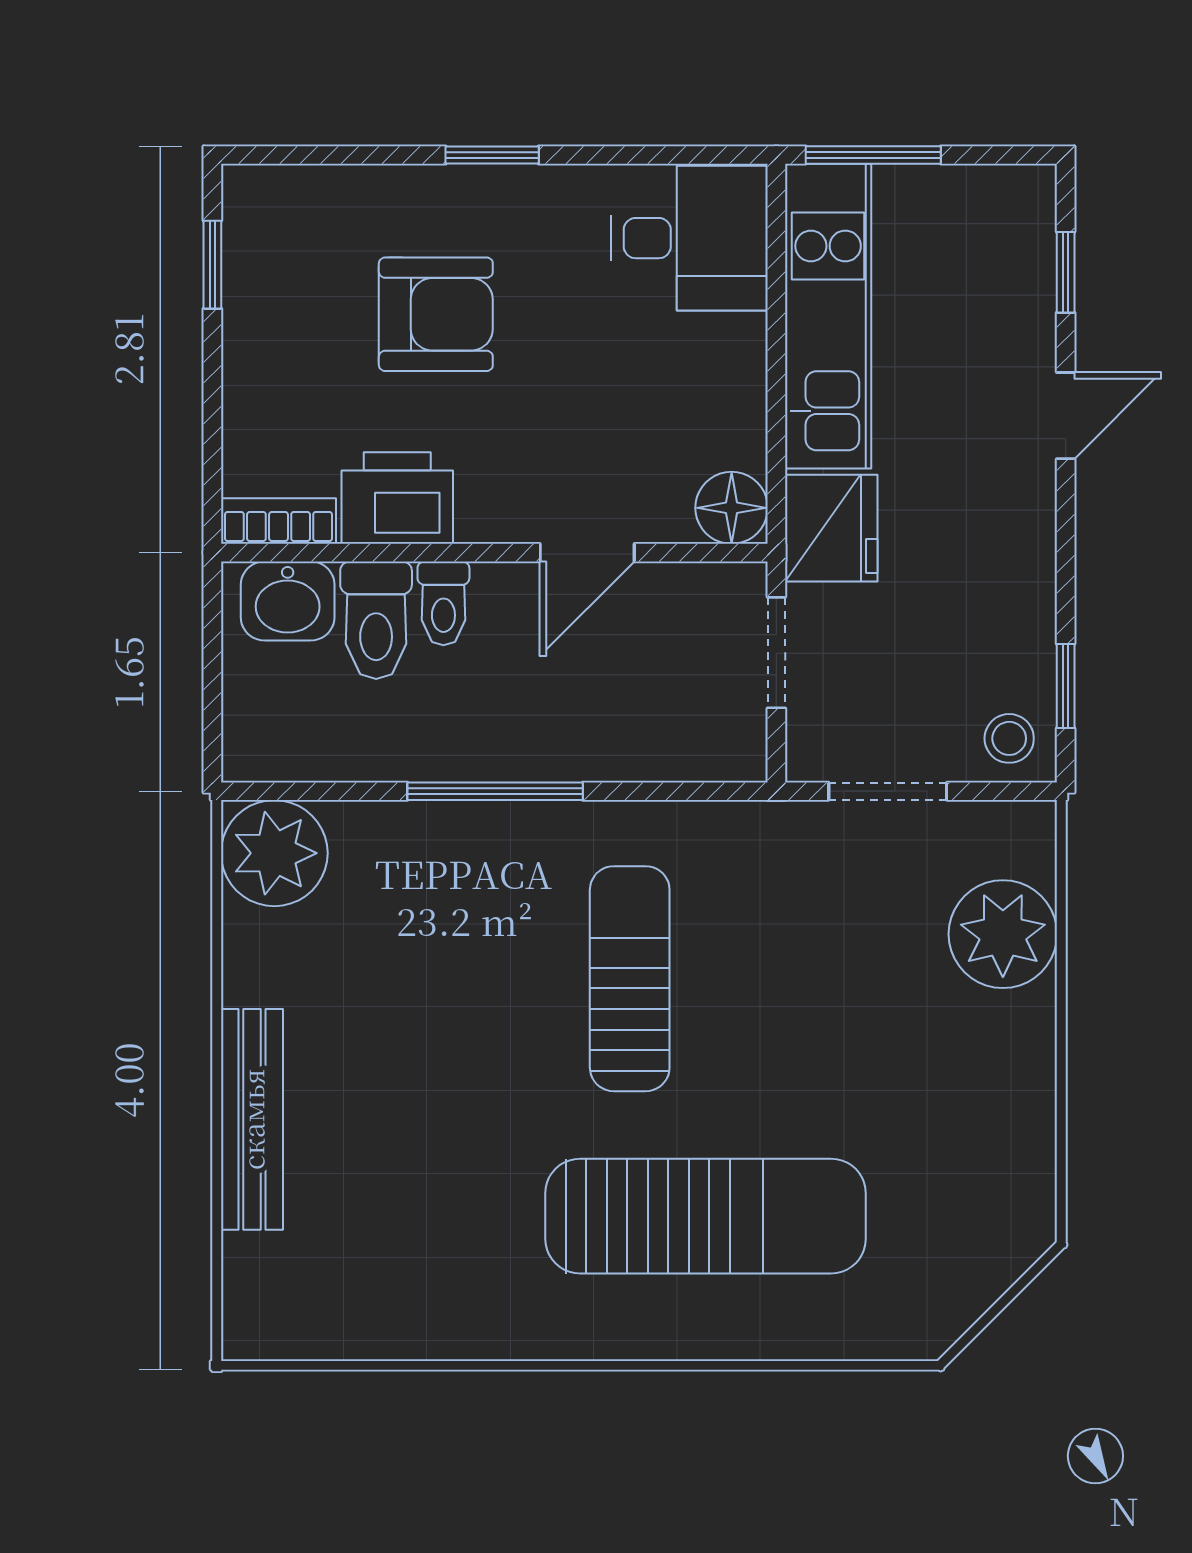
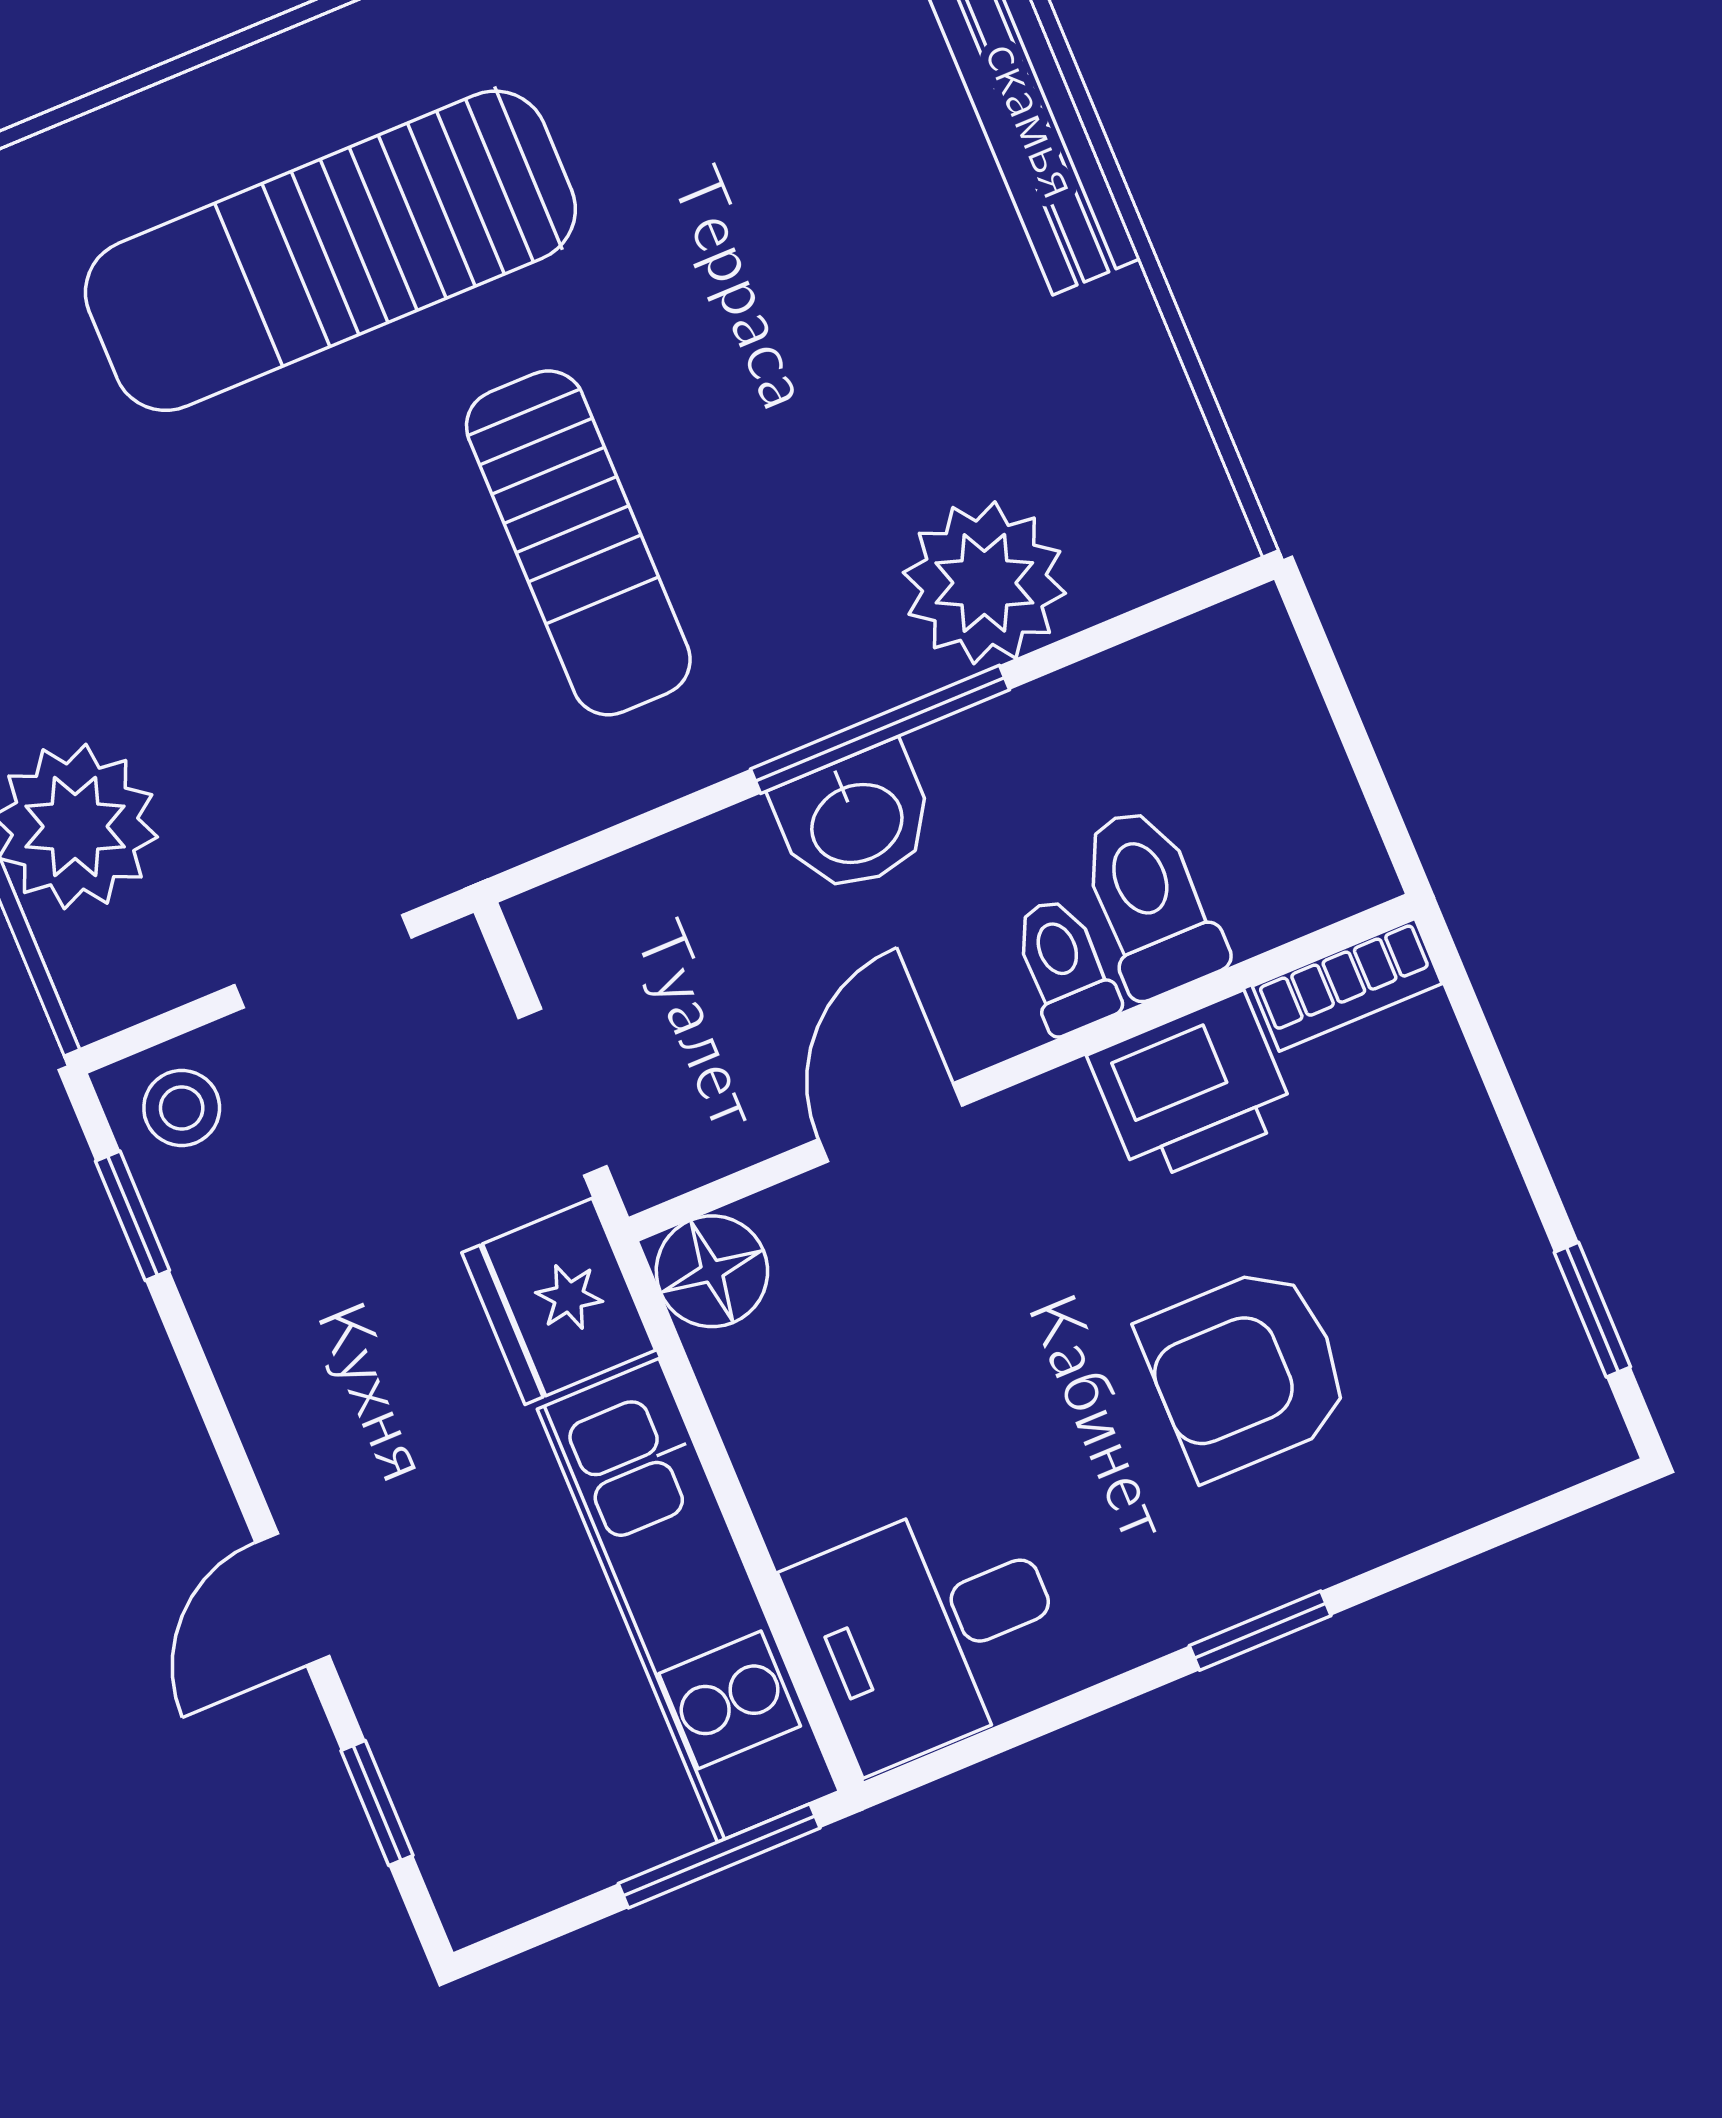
washbasin: (288, 601) -> (855, 820), moved, turned 180
plant: (274, 853) -> (984, 583), moved

